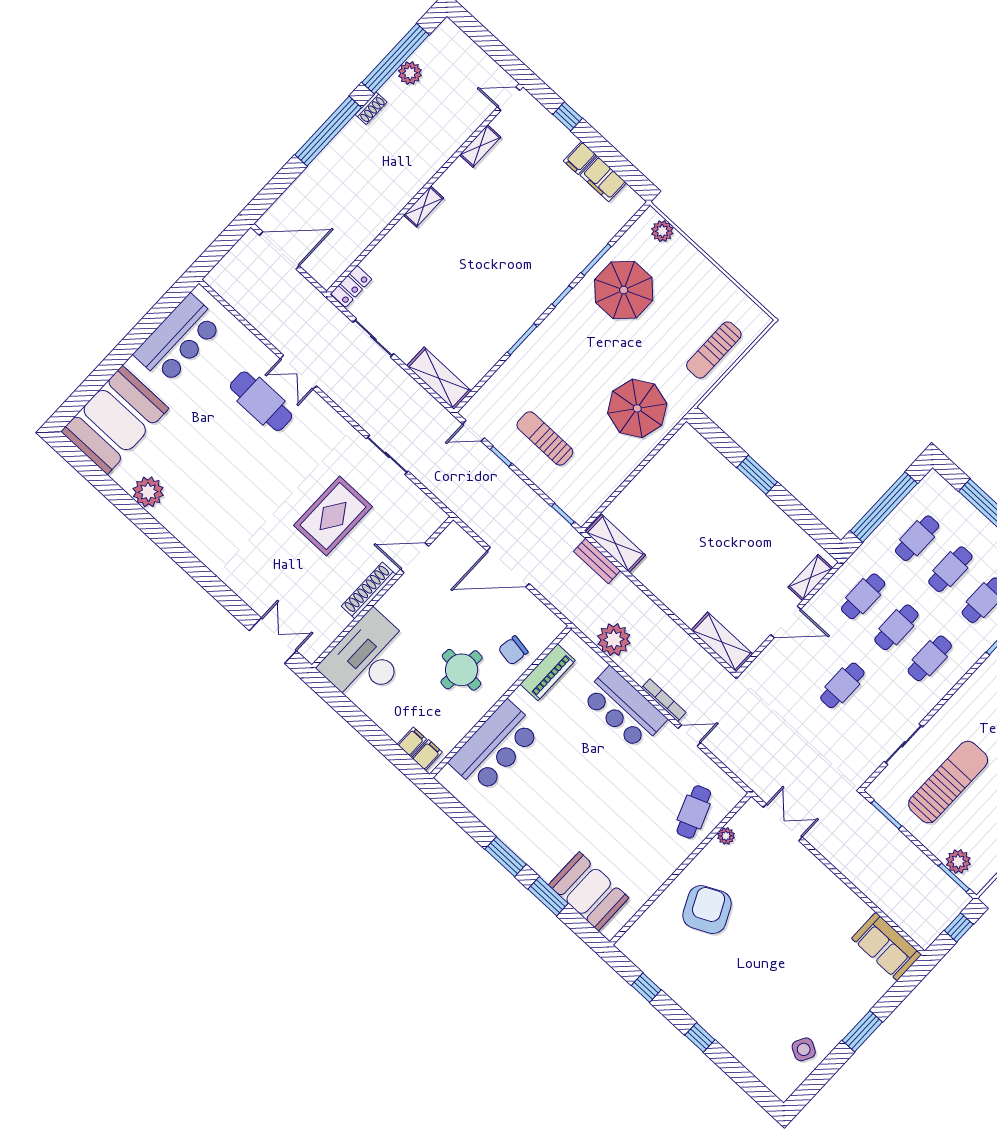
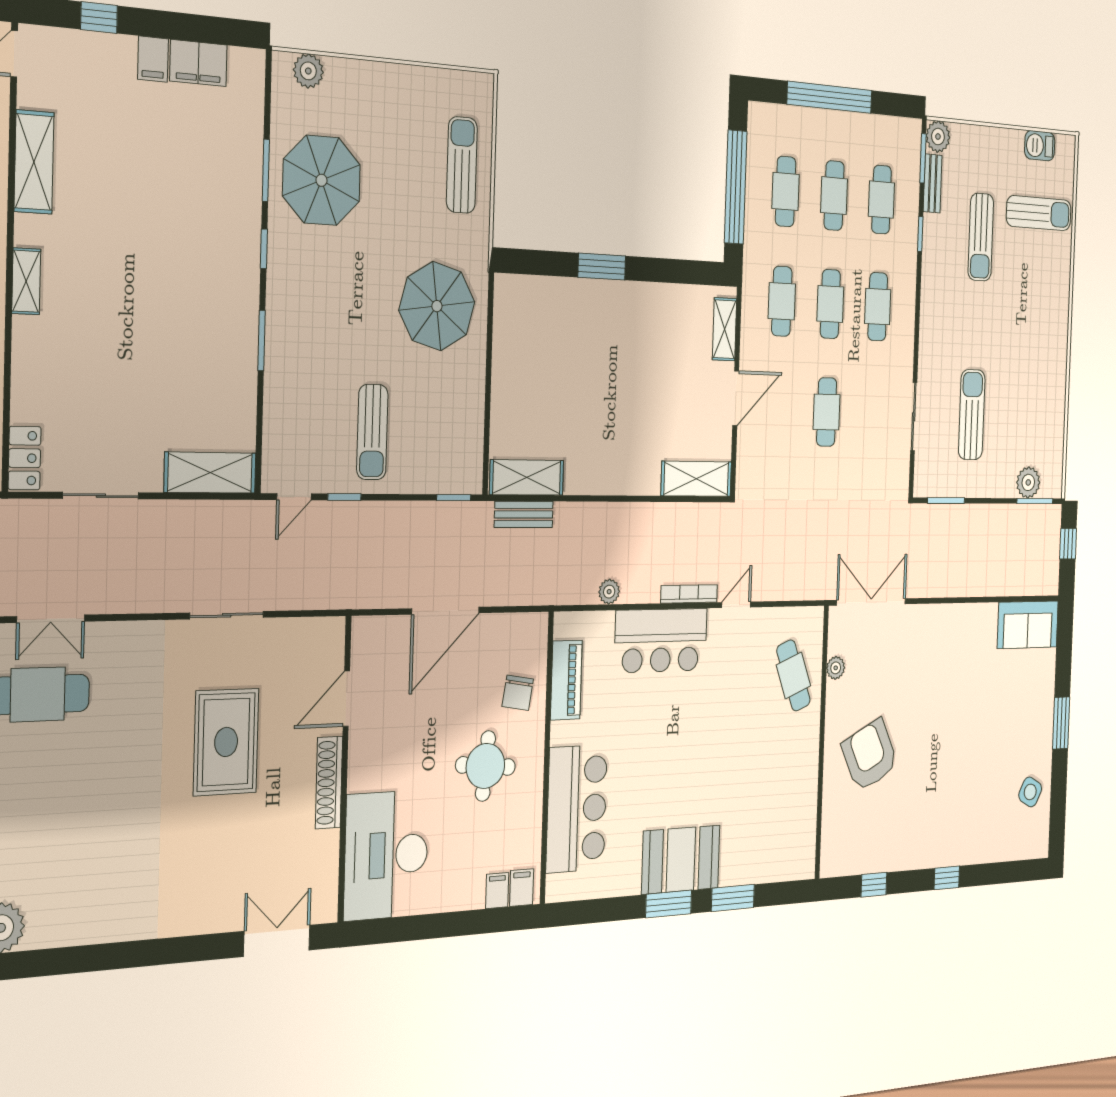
shelving: (480, 146) -> (34, 162), width x1.50, depth x1.33
sun lounger: (714, 350) -> (462, 165), turned 180
sun lounger: (545, 438) -> (372, 432), turned -90
plant: (614, 640) -> (609, 592), width x0.53, depth x0.53
sun lounger: (948, 782) -> (972, 415), width x0.73, depth x0.75
double door: (783, 822) -> (871, 602), width x1.37
booth: (589, 891) -> (681, 860), moved

